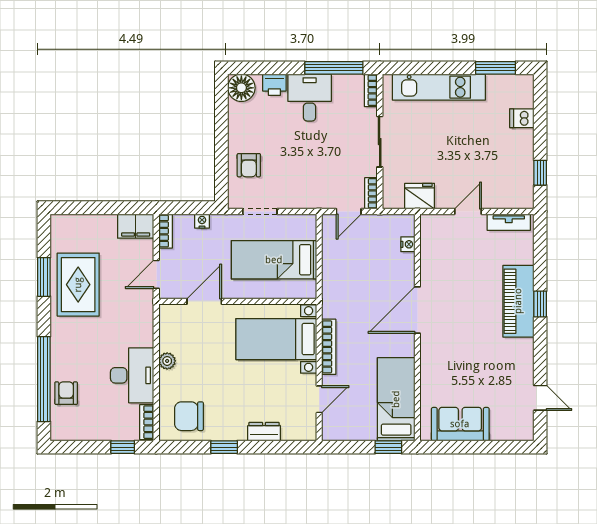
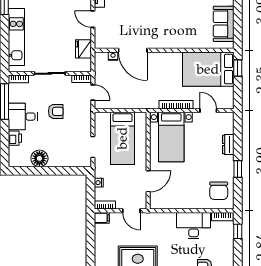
floor lamp: (241, 88) -> (39, 158), moved
armchair: (249, 165) -> (56, 111), moved
filing cabinet: (136, 226) -> (102, 218), width x0.50
door: (204, 301) -> (148, 181), swing flipped
door: (417, 310) -> (133, 50), moved
plant: (167, 361) -> (185, 204), removed
bed: (396, 399) -> (208, 69), width x1.50

